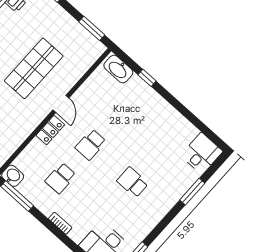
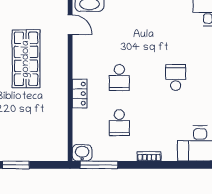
door: (61, 104) -> (70, 25), moved
school desk: (132, 182) -> (176, 78), turned 90

